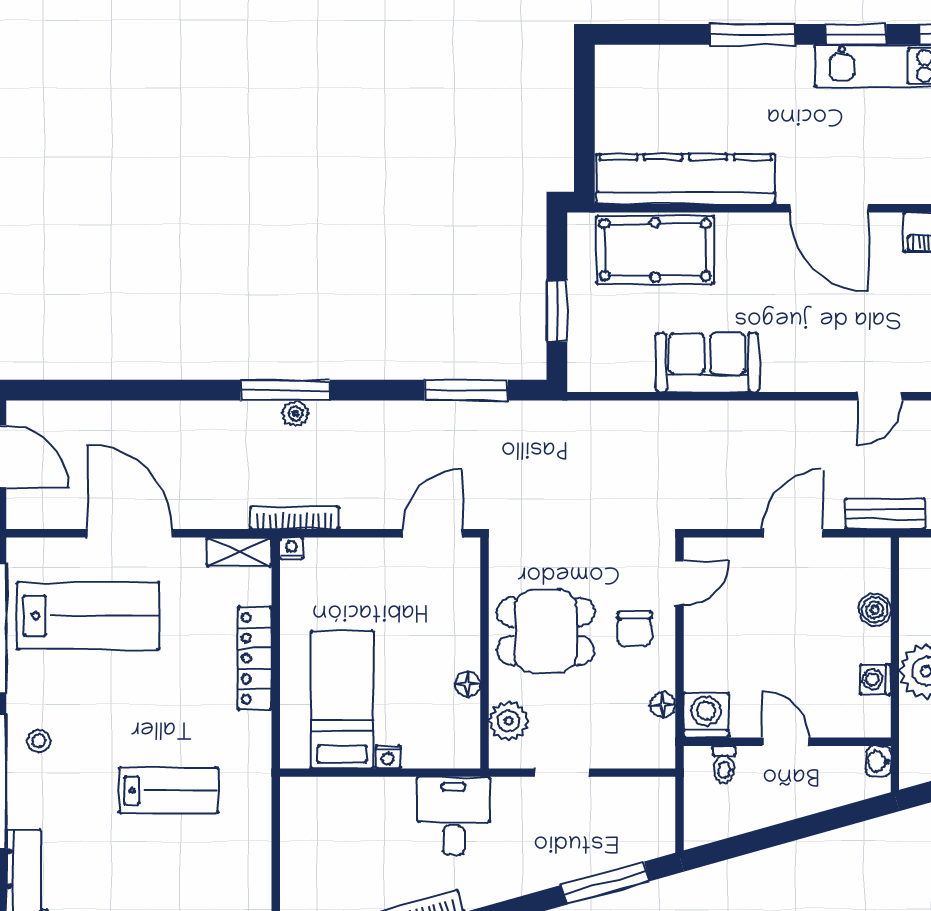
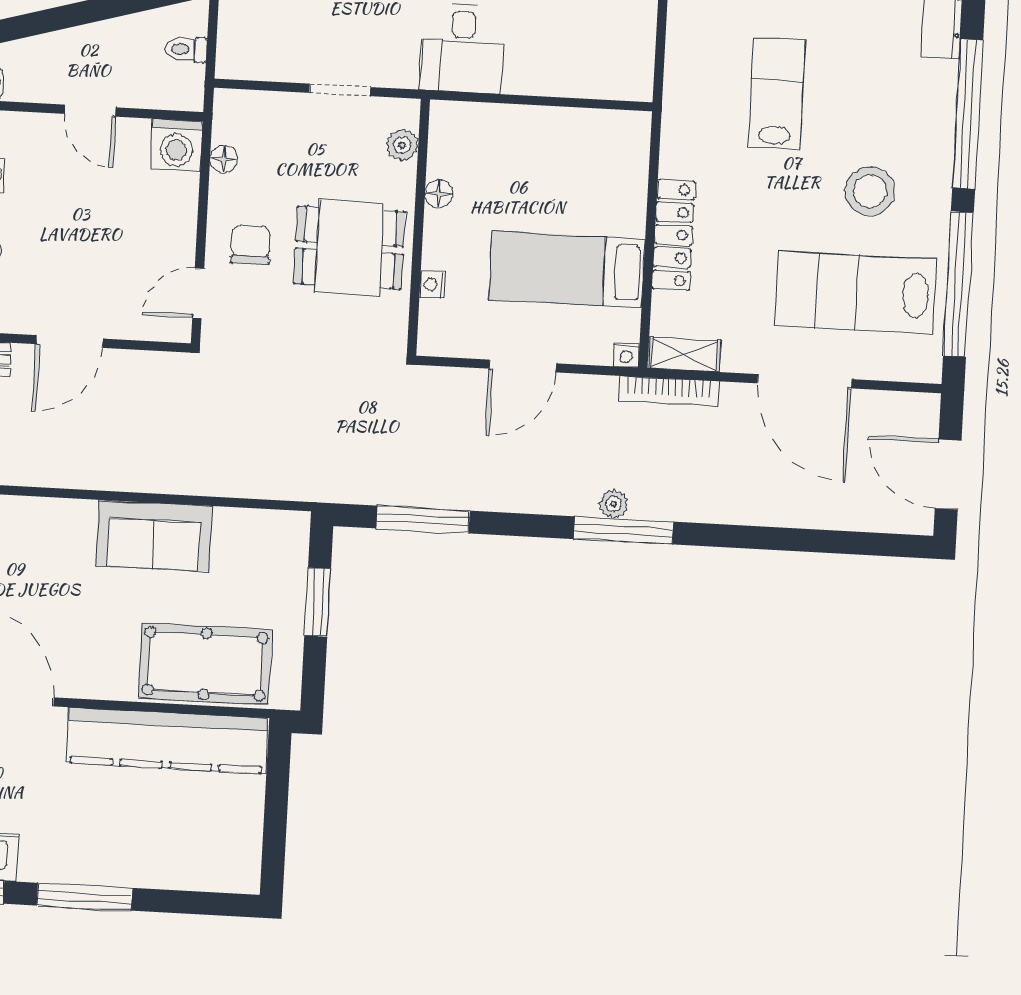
bookcase: (295, 518) -> (669, 391), moved
door: (433, 533) -> (523, 366), moved
bed: (342, 699) -> (567, 269), moved, turned 90
plant: (509, 721) -> (402, 145), width x0.73, depth x0.73
stool: (39, 741) -> (870, 191), moved, width x1.89, depth x1.89
nightstand: (388, 757) -> (433, 285), moved, turned -90
toilet: (724, 765) -> (186, 50), moved, turned -90
lab bench: (169, 790) -> (777, 94), turned 90

